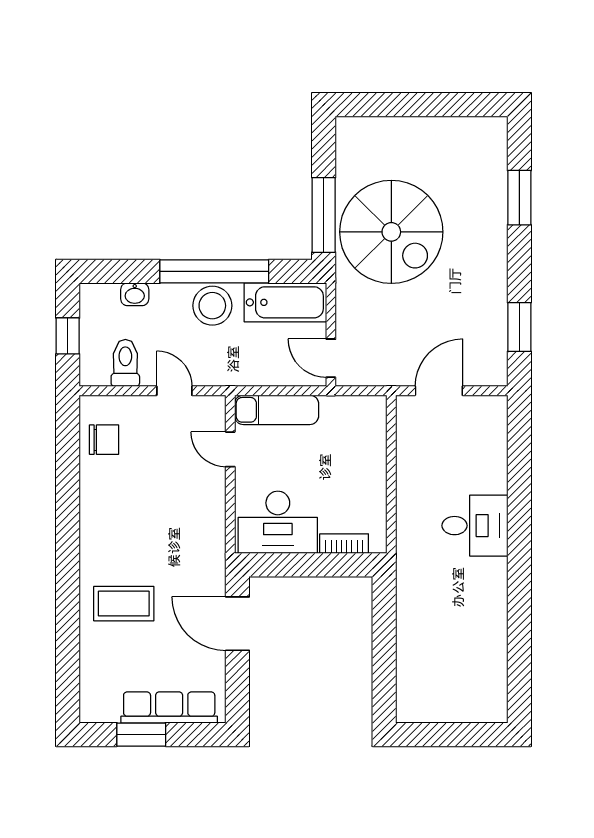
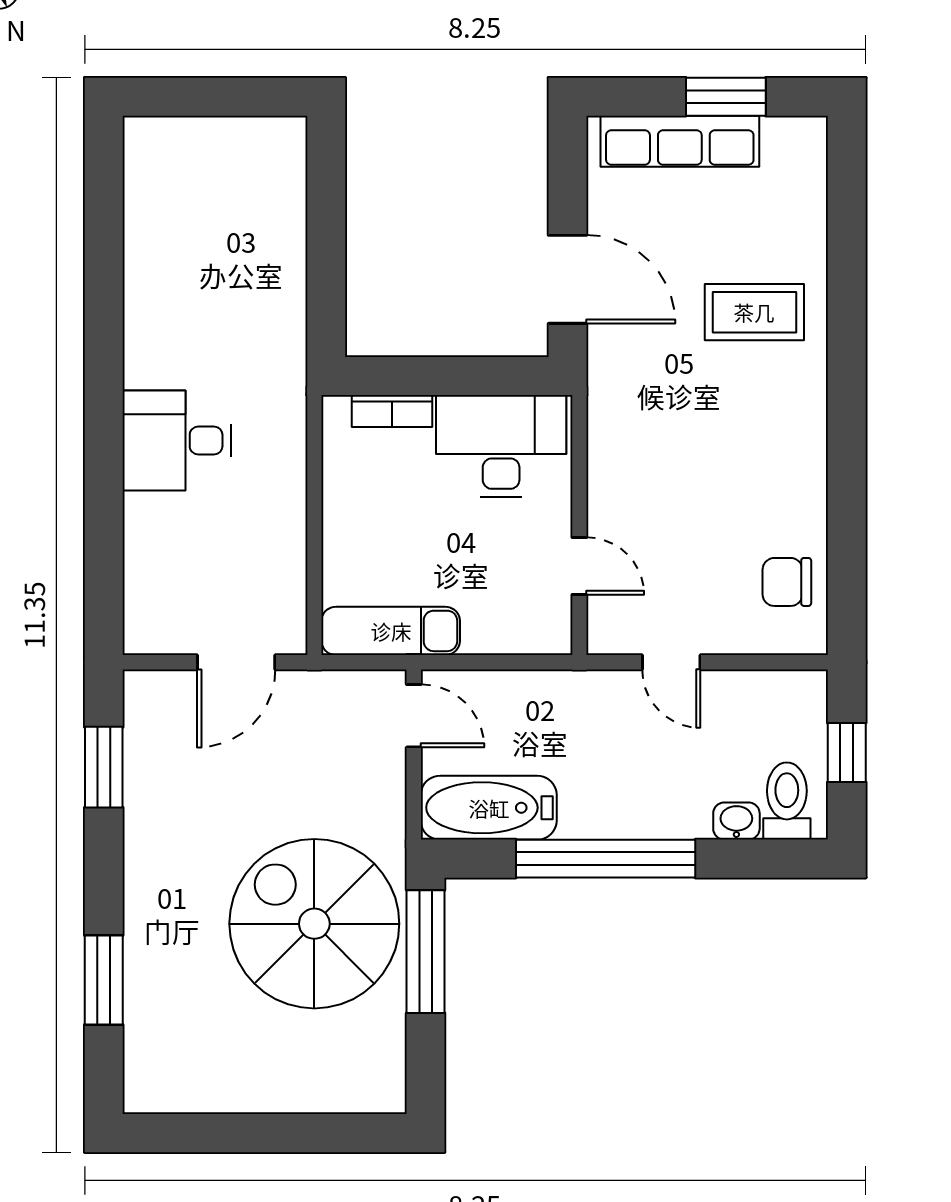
stool: (212, 306) -> (609, 802), removed
toilet: (125, 363) -> (787, 801), moved, turned 180
exam couch: (277, 410) -> (391, 631), moved

